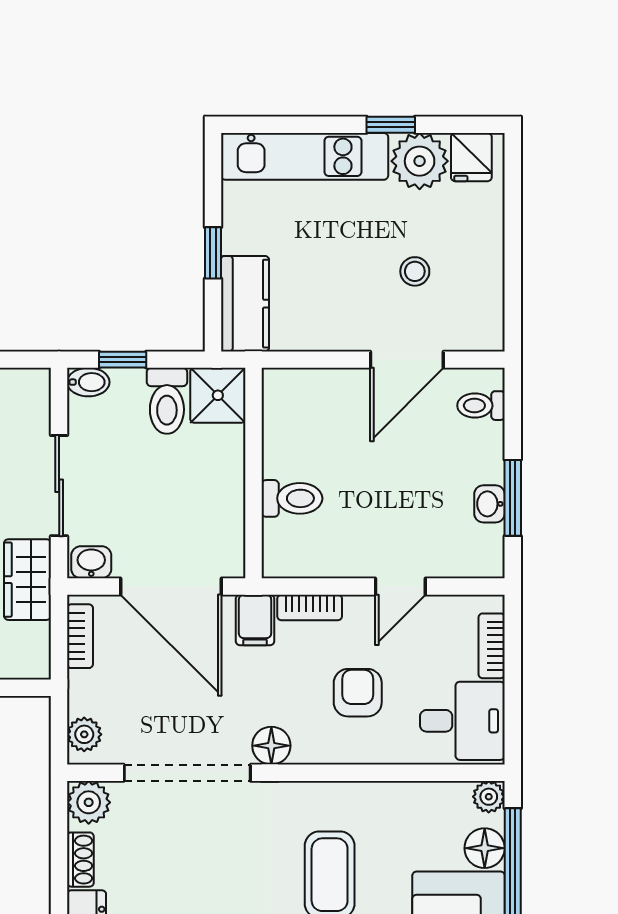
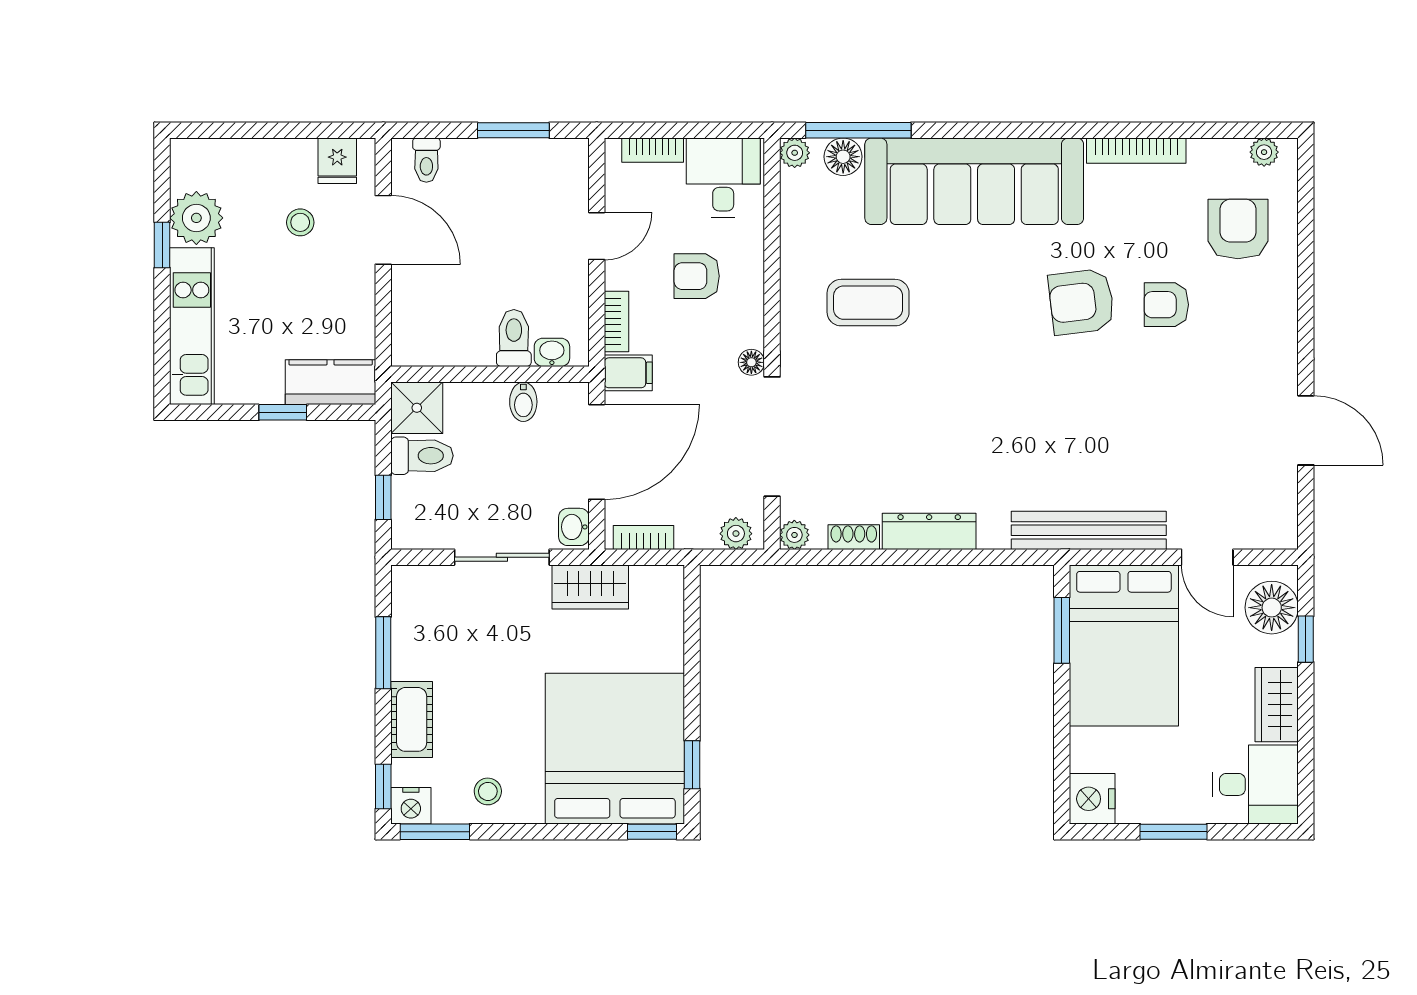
fridge: (471, 157) -> (337, 161), moved, turned 90
bidet: (88, 382) -> (523, 402), moved, turned 180
washbasin: (489, 504) -> (552, 352), moved, turned 180
door: (400, 586) -> (597, 236), hinge flipped
floor lamp: (271, 746) -> (751, 362), width x0.73, depth x0.73
plant: (89, 802) -> (794, 535), width x0.73, depth x0.73

